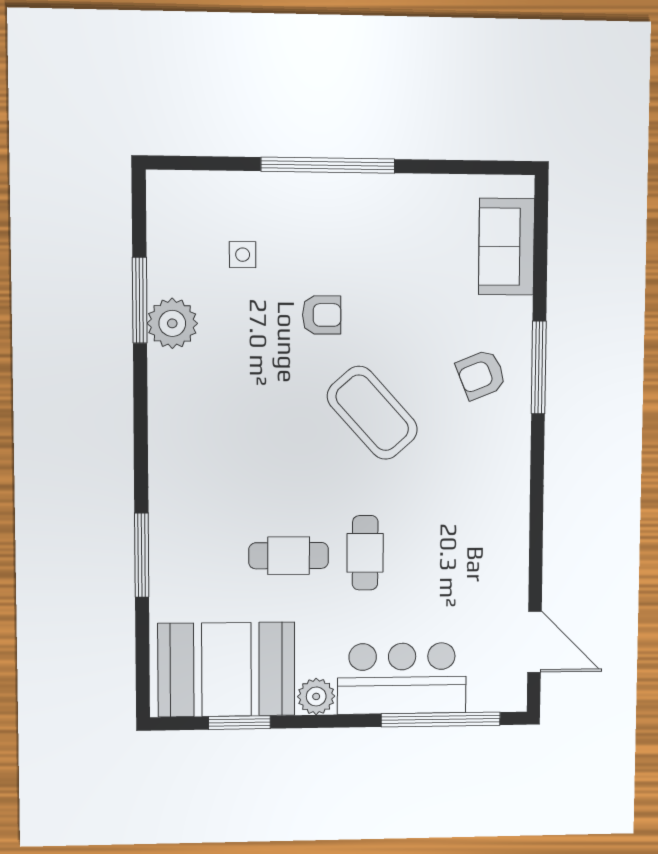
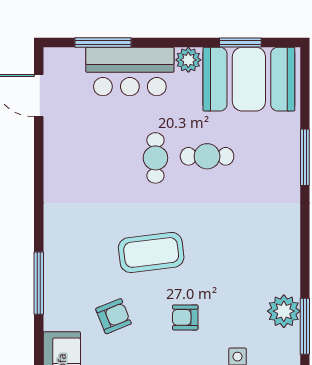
armchair: (481, 375) -> (113, 316), moved
coffee table: (372, 413) -> (151, 252), turned -55
window: (441, 720) -> (103, 43), width x0.68

